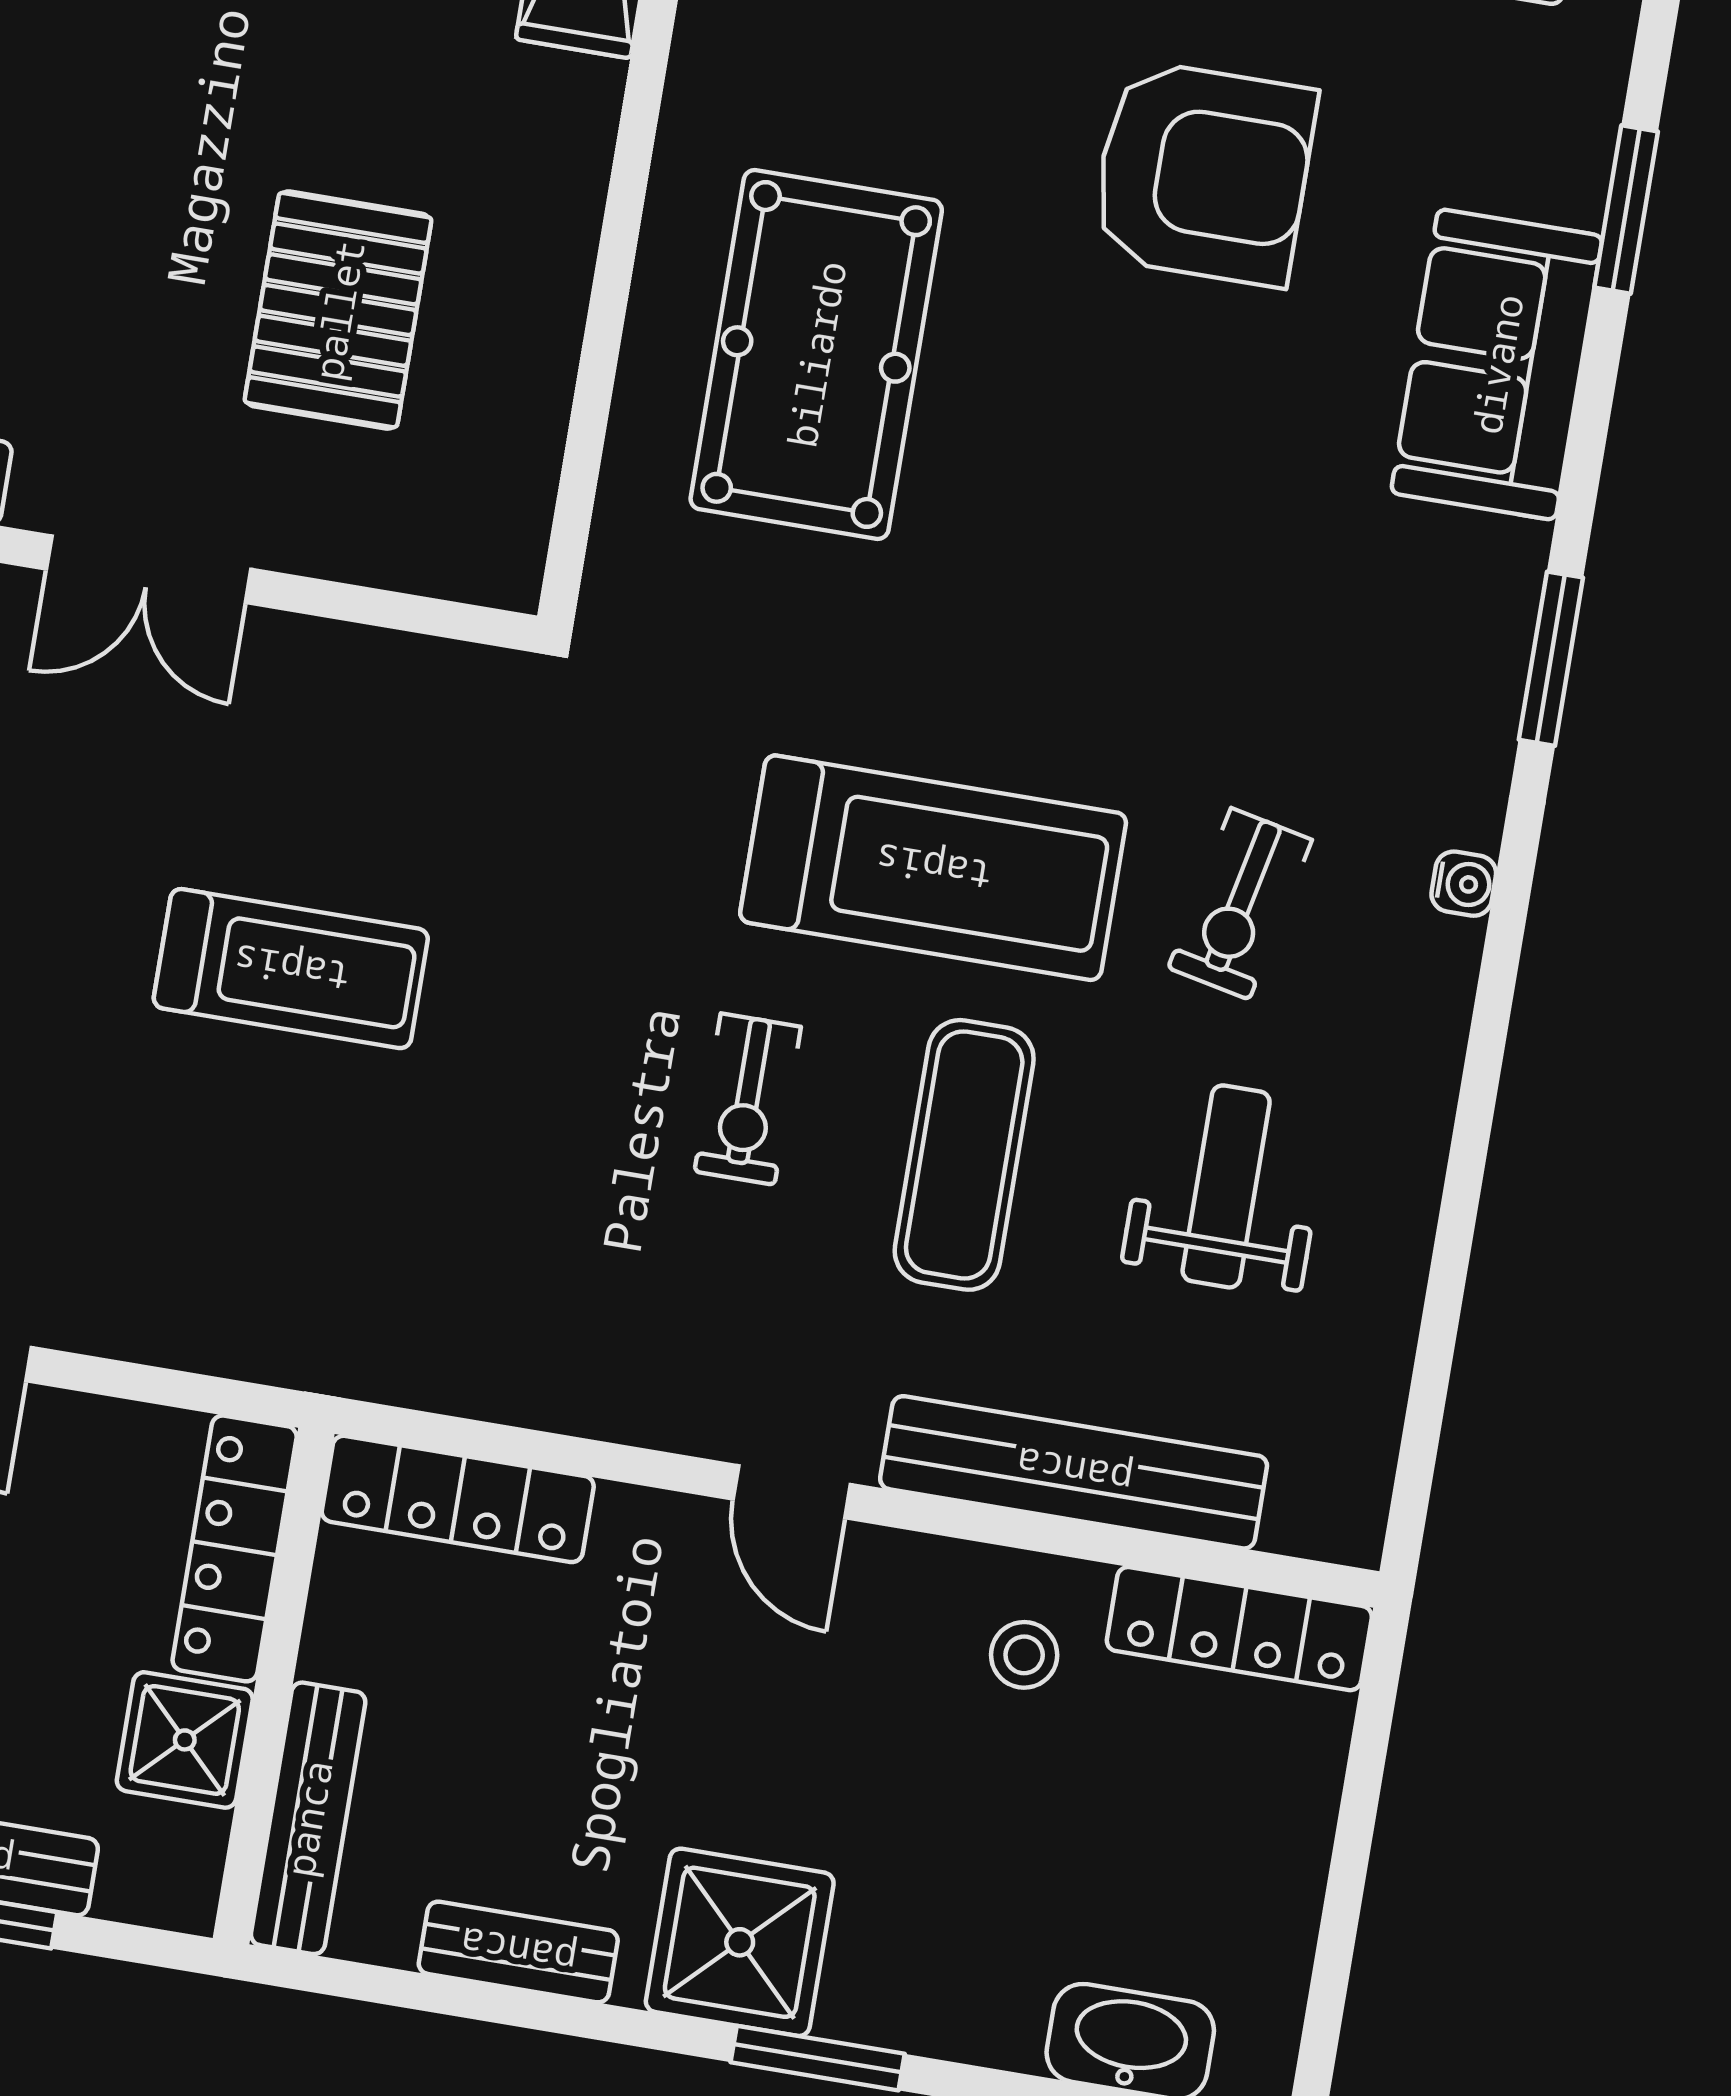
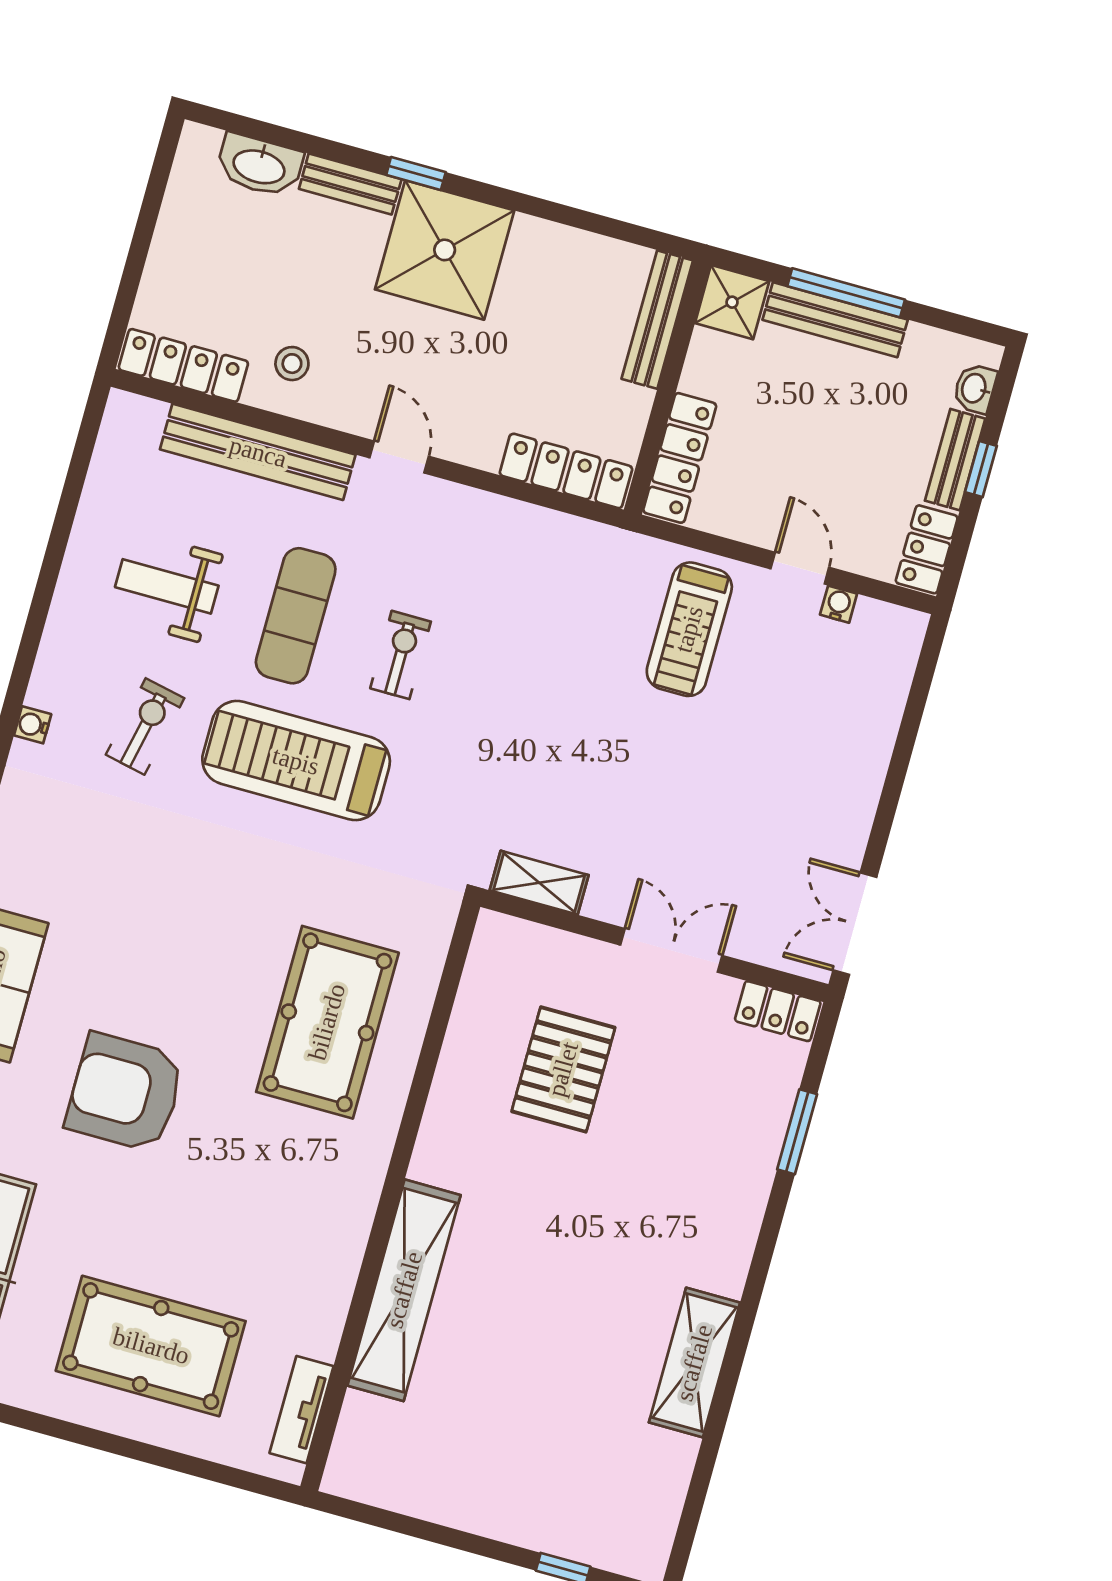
shelving: (425, 676) -> (539, 883), added
treadmill: (291, 969) -> (689, 629), moved, turned -90
weight bench: (1226, 1186) -> (167, 586), turned 90
shower: (185, 1740) -> (732, 302), moved
shower: (740, 1942) -> (445, 250), width x1.37, depth x1.37
bench: (518, 1952) -> (350, 184), moved
window: (818, 2058) -> (416, 174), width x0.67

